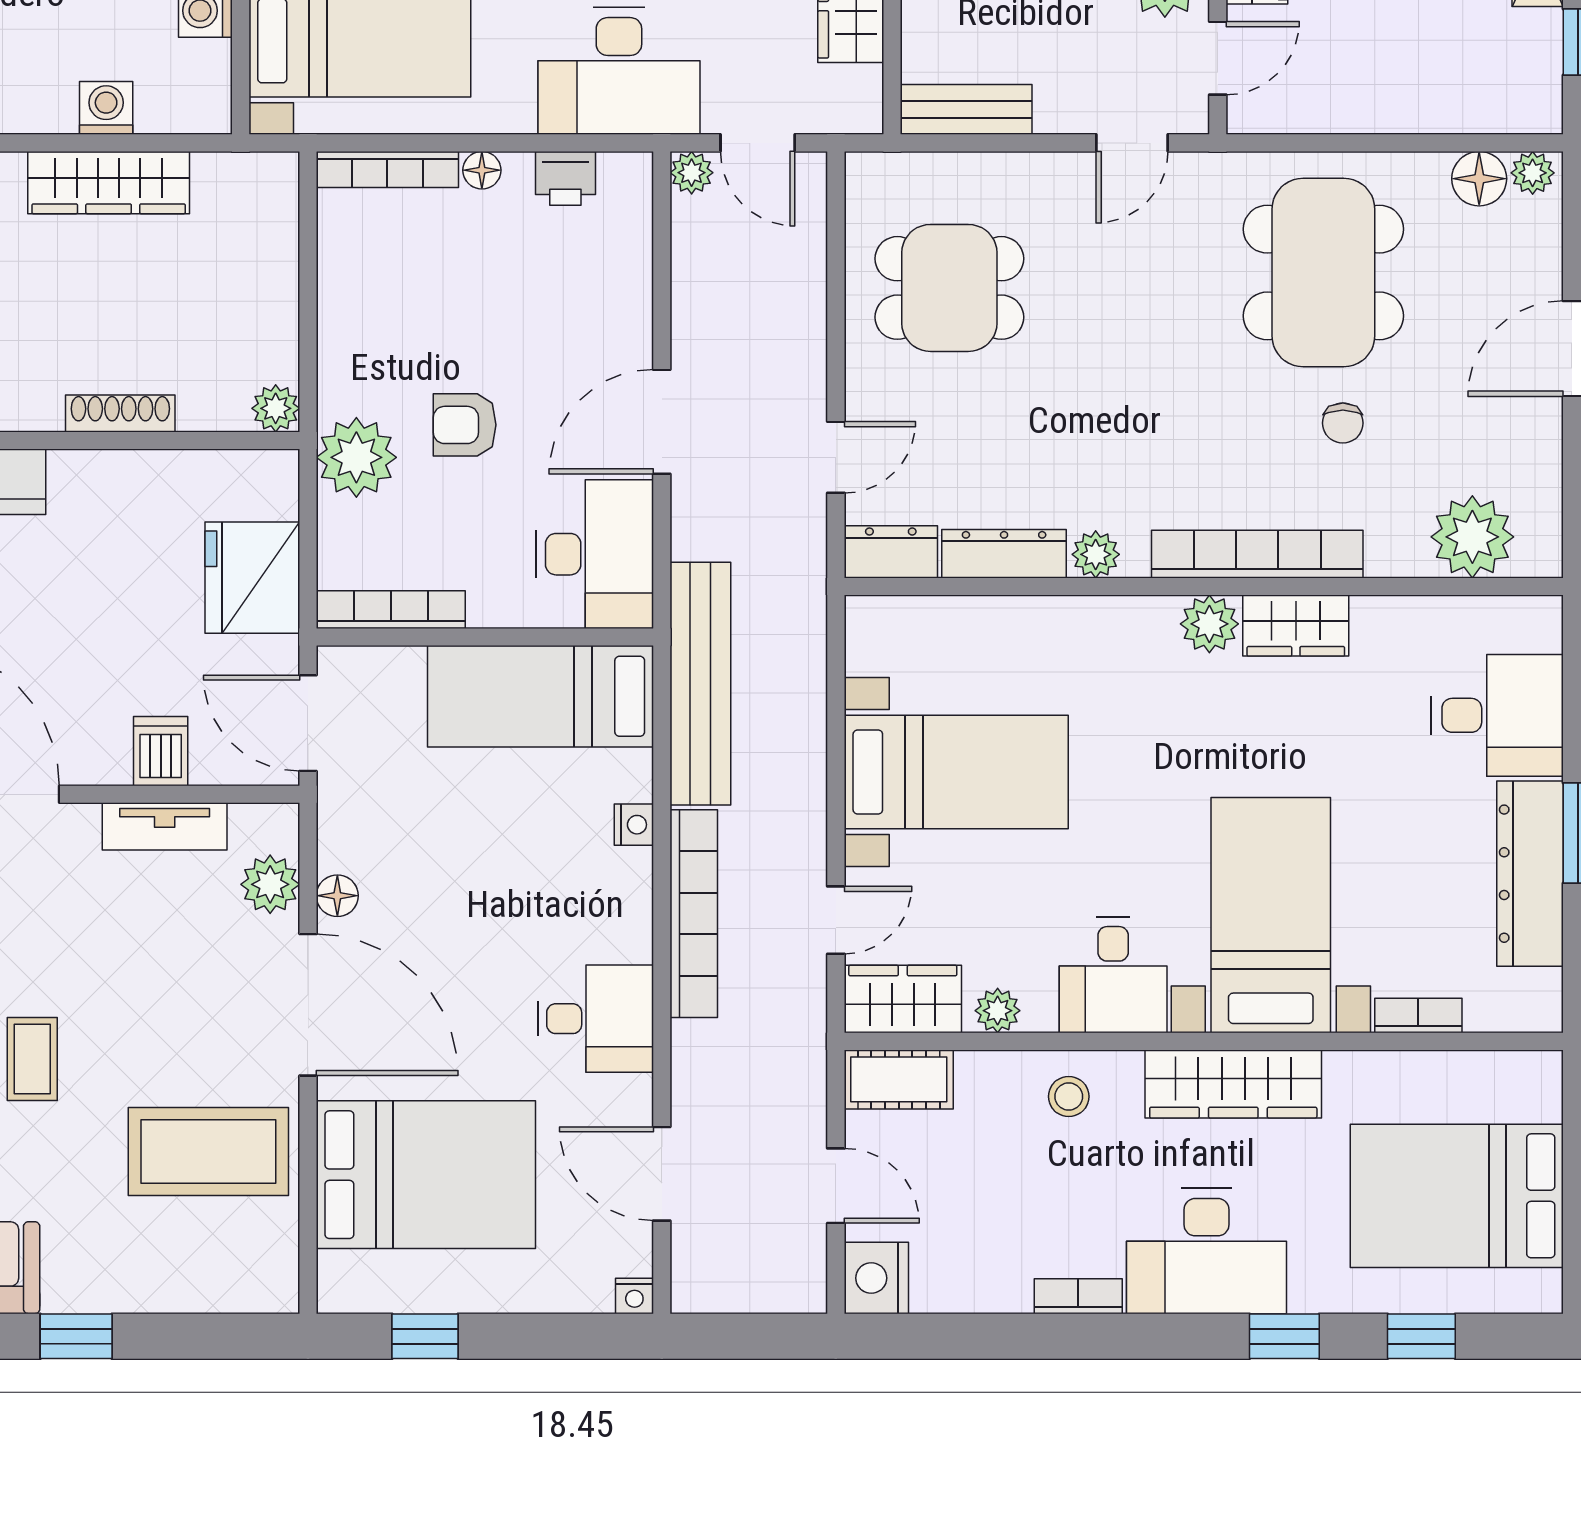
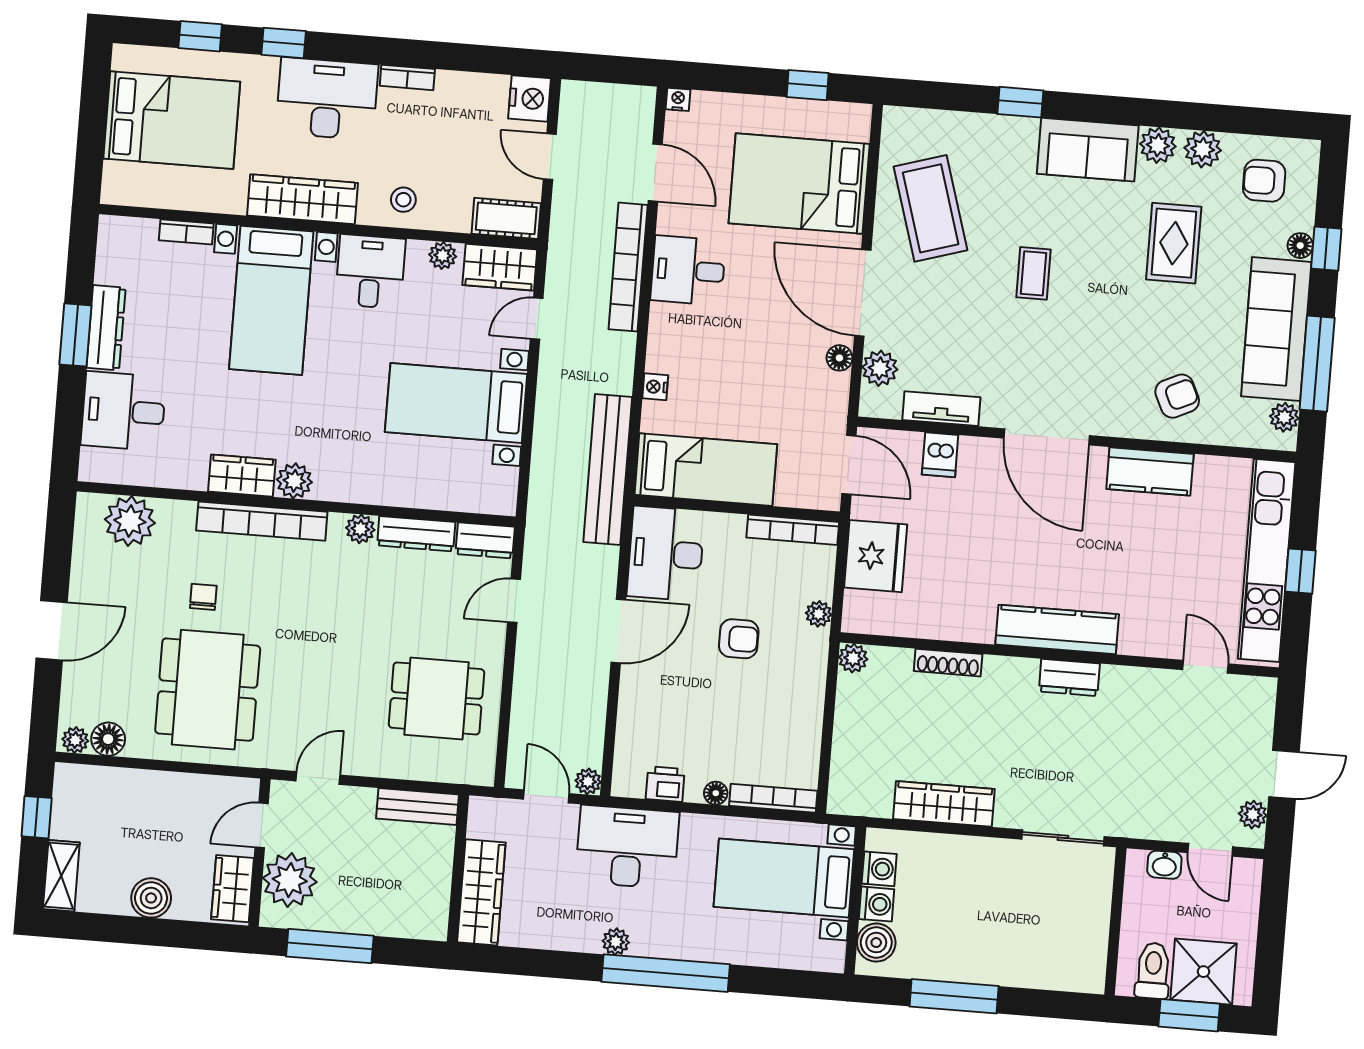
washing machine: (106, 108) -> (879, 869), moved, turned -90
plant: (356, 457) -> (819, 614), width x0.53, depth x0.53
dresser: (1530, 874) -> (106, 328), width x0.73, depth x0.80
bookcase: (694, 914) -> (628, 267), moved
coffee table: (208, 1151) -> (931, 208), turned 73

